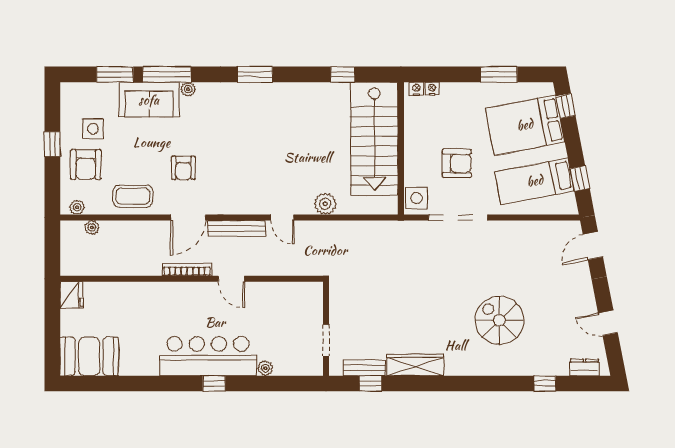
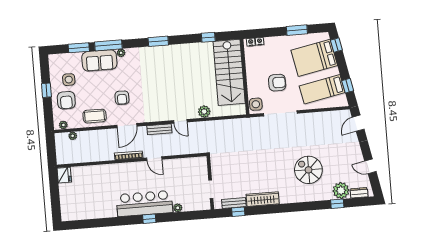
bench: (237, 228) -> (159, 129), width x0.73
booth: (89, 356) -> (77, 209), removed
plant: (553, 361) -> (341, 191), added

